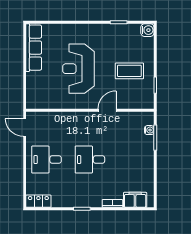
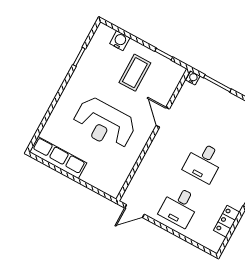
water cooler: (147, 30) -> (120, 41), moved
water cooler: (149, 130) -> (193, 78), moved
locker: (38, 201) -> (227, 221), moved

